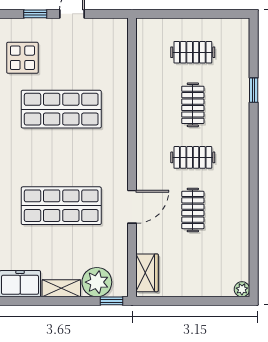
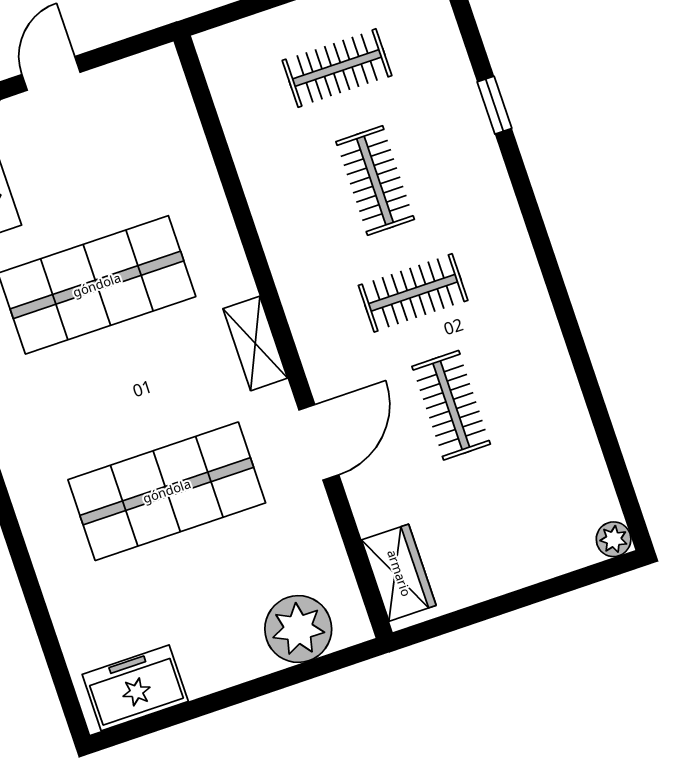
shelving: (61, 288) -> (255, 343), moved, turned 90
window: (111, 301) -> (343, 659), removed

